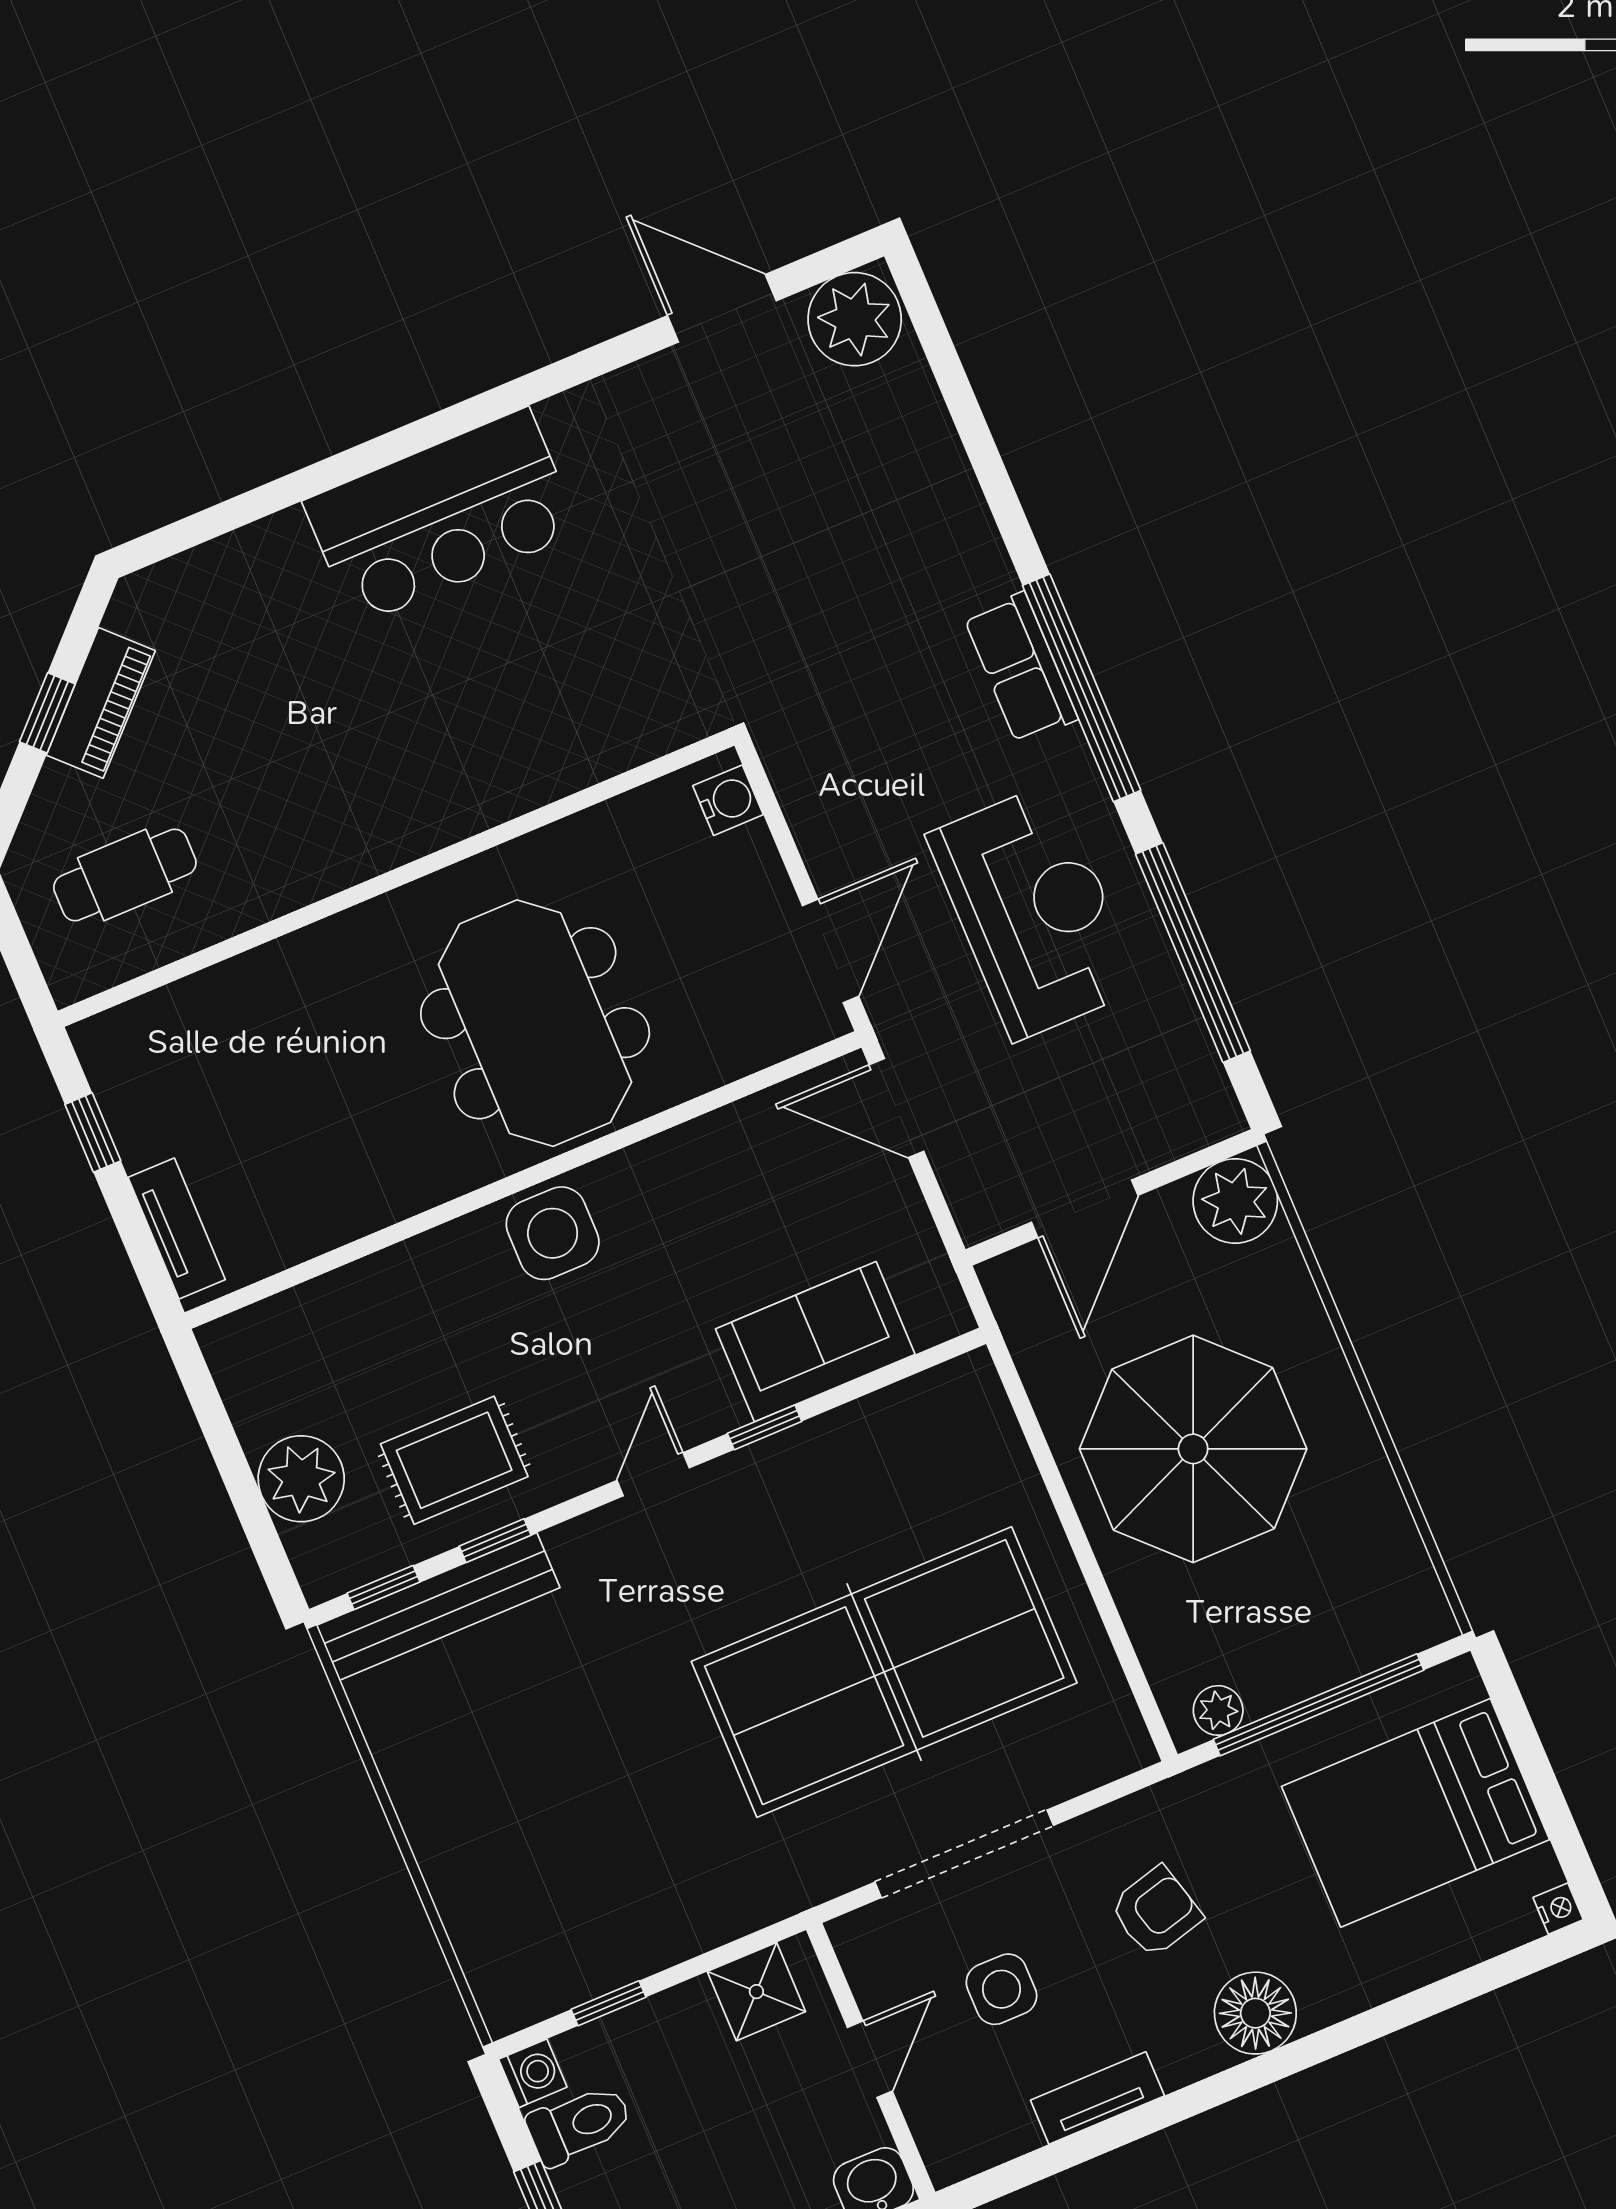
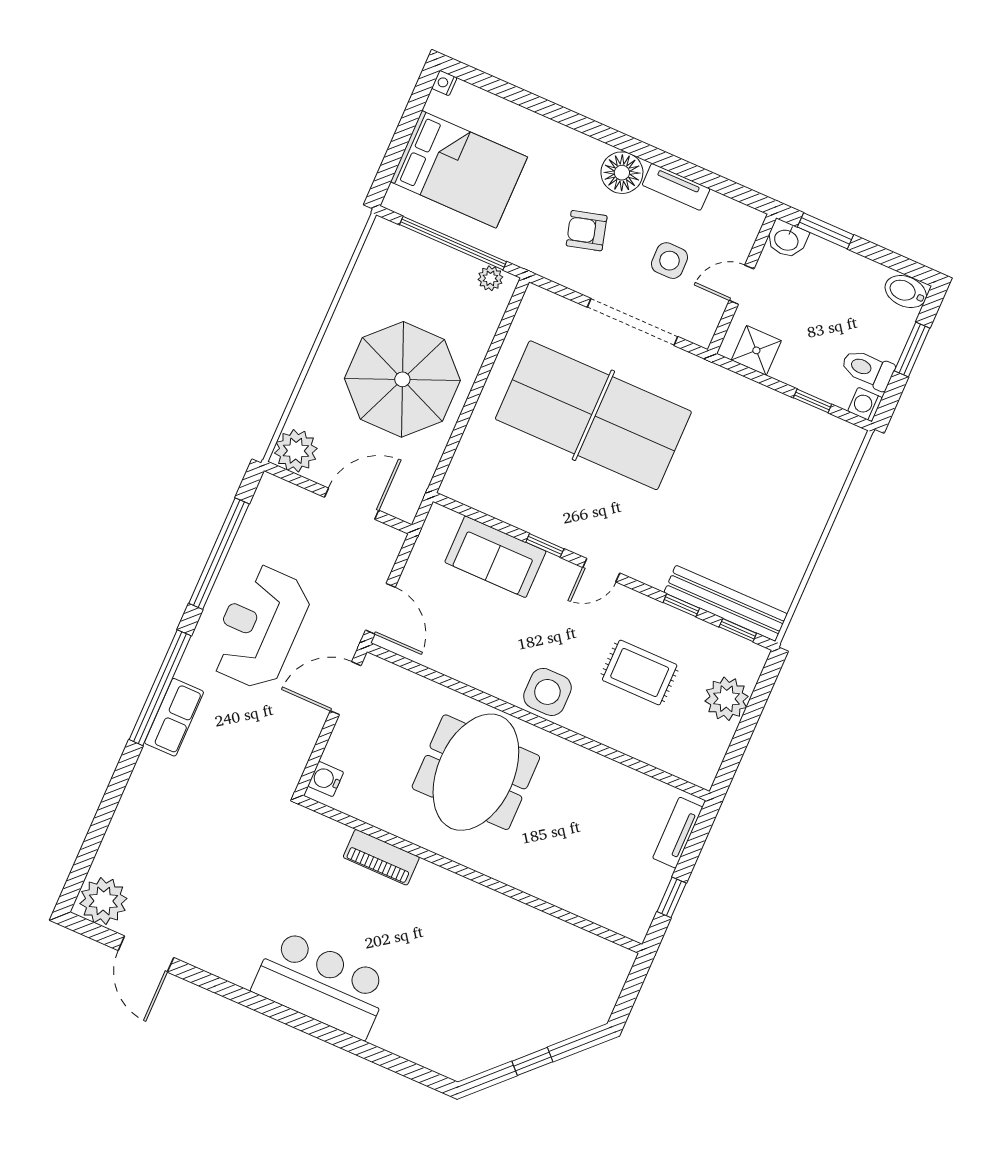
piano: (101, 703) -> (381, 857), moved, turned -135
cafe table: (125, 875) -> (565, 976), removed
rug: (454, 1460) -> (640, 672), moved
floor lamp: (1255, 2013) -> (622, 173), moved

